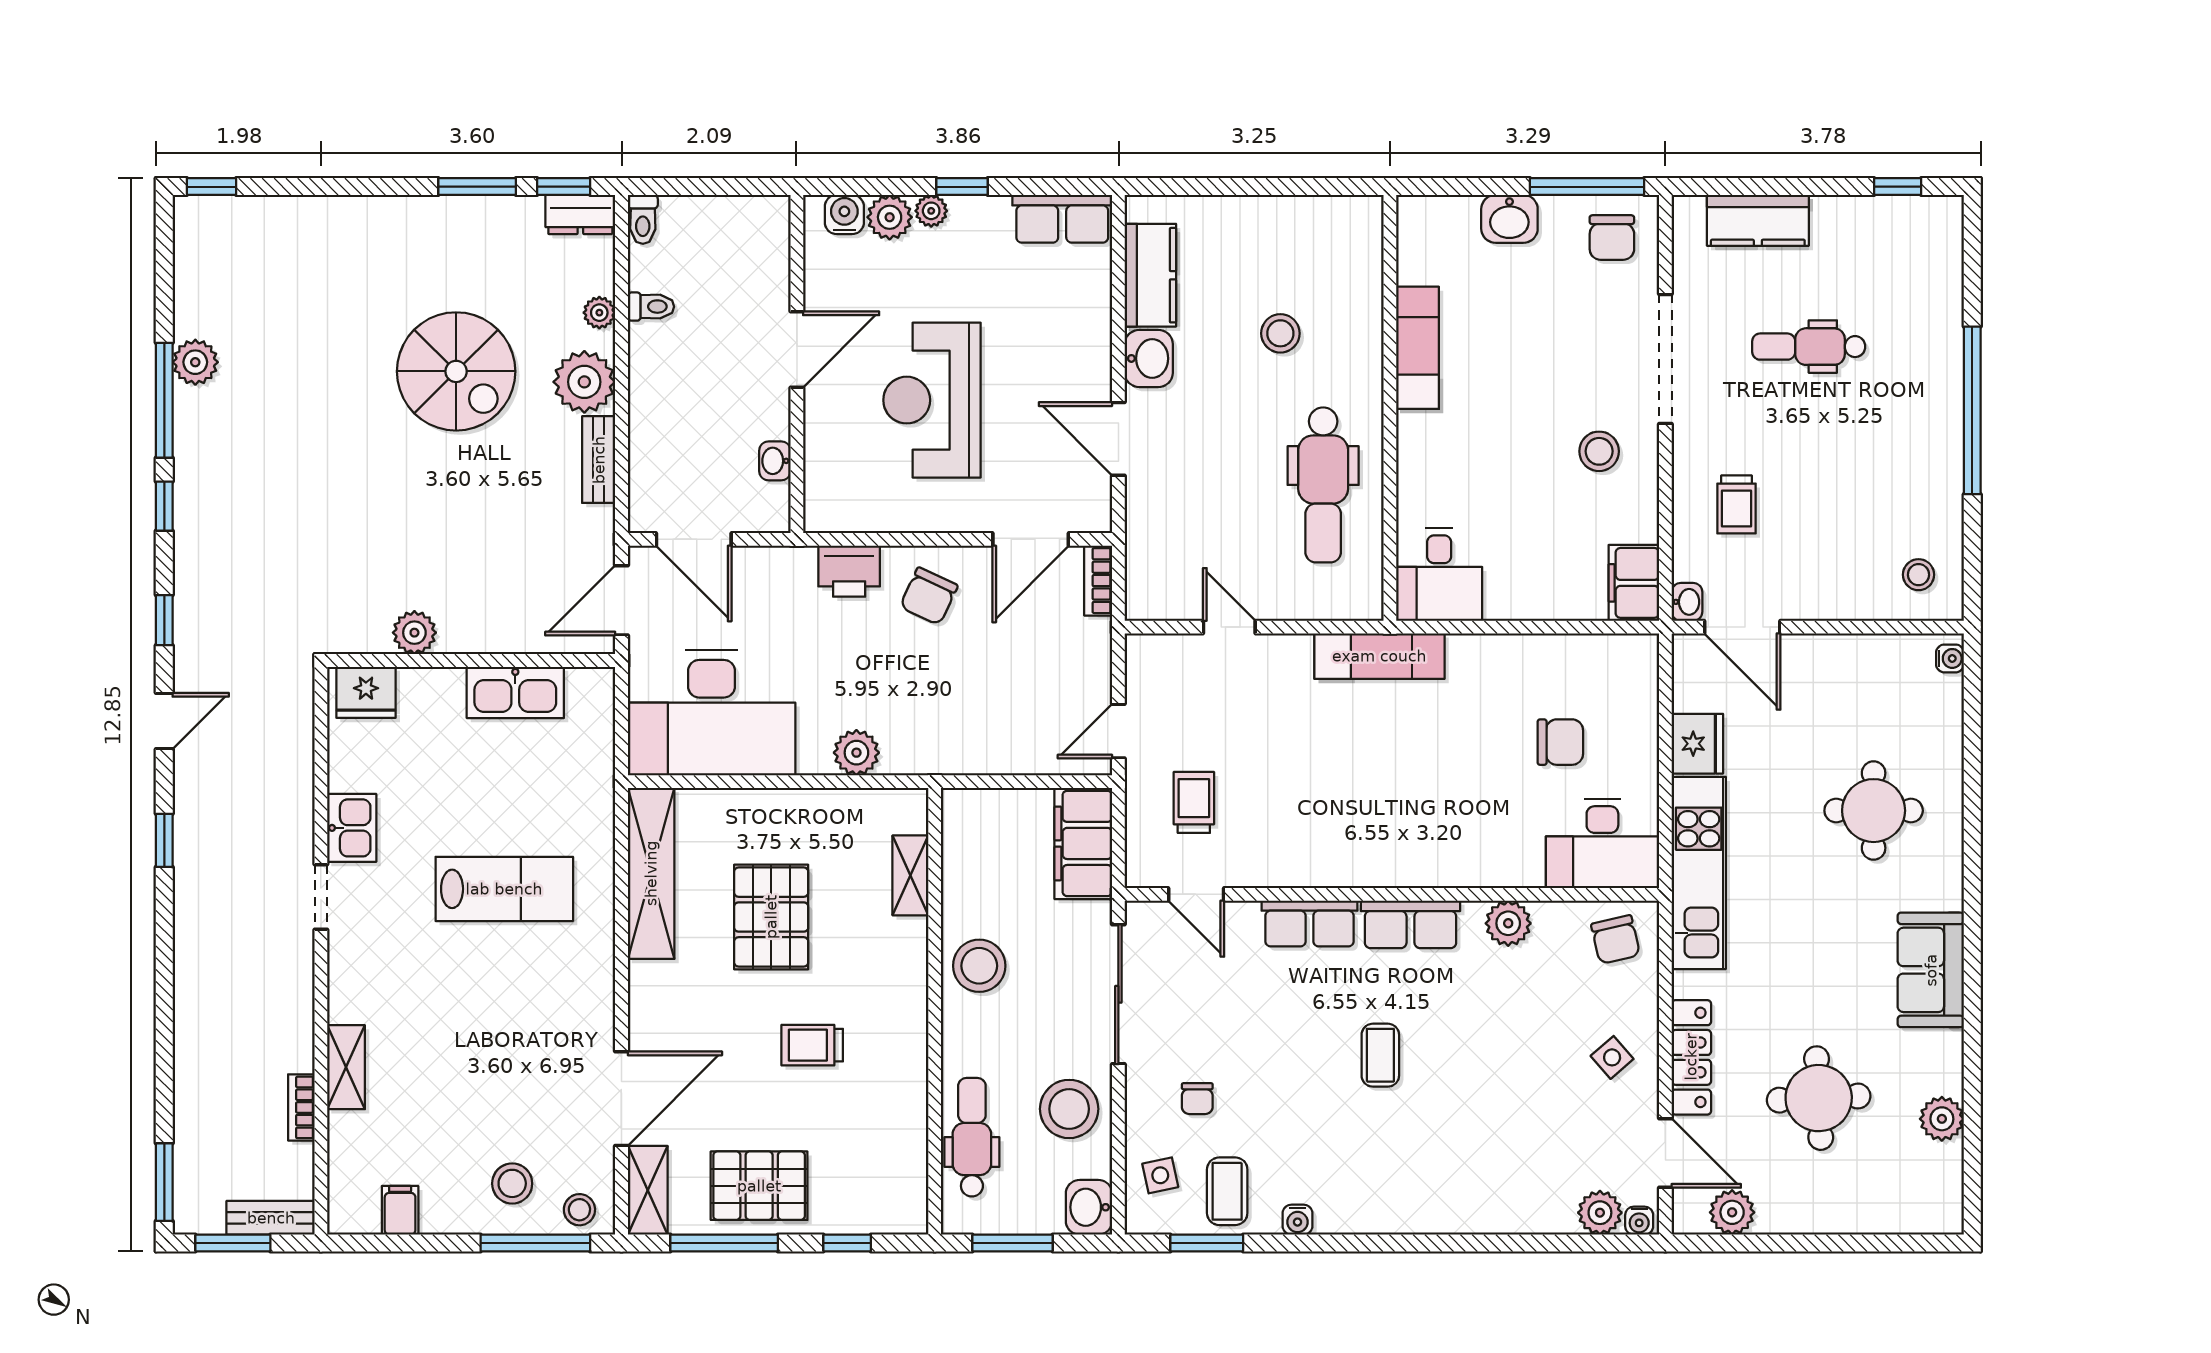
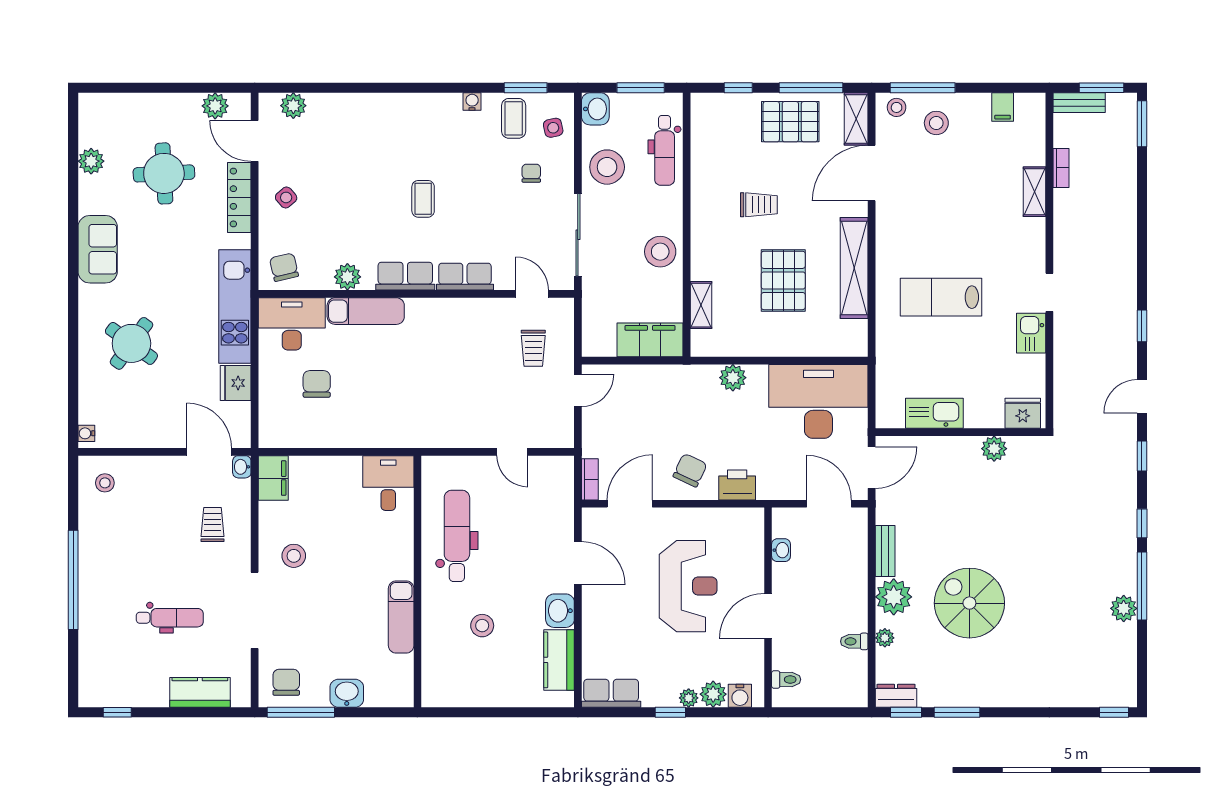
toilet: (643, 219) -> (786, 679), moved, turned 90
exam couch: (1379, 656) -> (366, 311), moved, turned 180
chair: (1560, 742) -> (317, 384), turned 90
round table: (1874, 811) -> (131, 343), turned 36
filing cabinet: (1083, 843) -> (650, 340), moved, turned -90
shelving: (651, 873) -> (854, 268), moved
water cooler: (1639, 1221) -> (270, 101), removed

